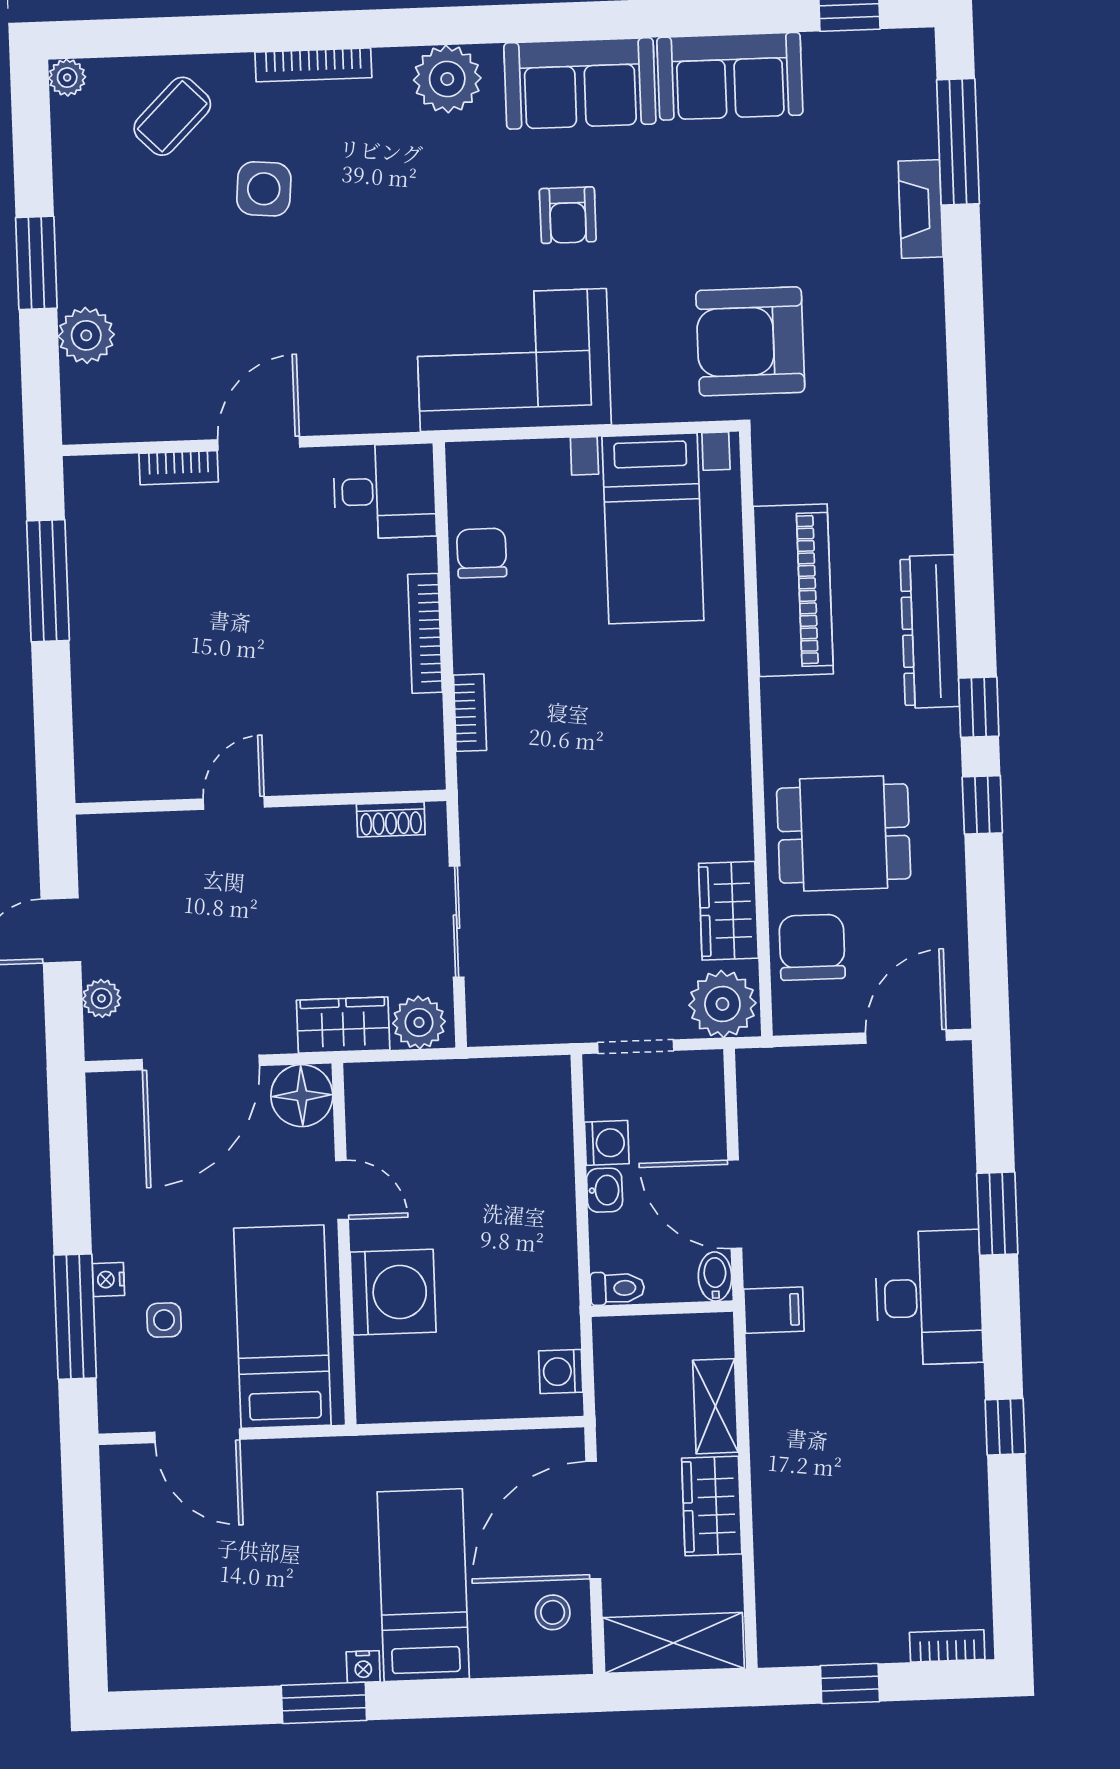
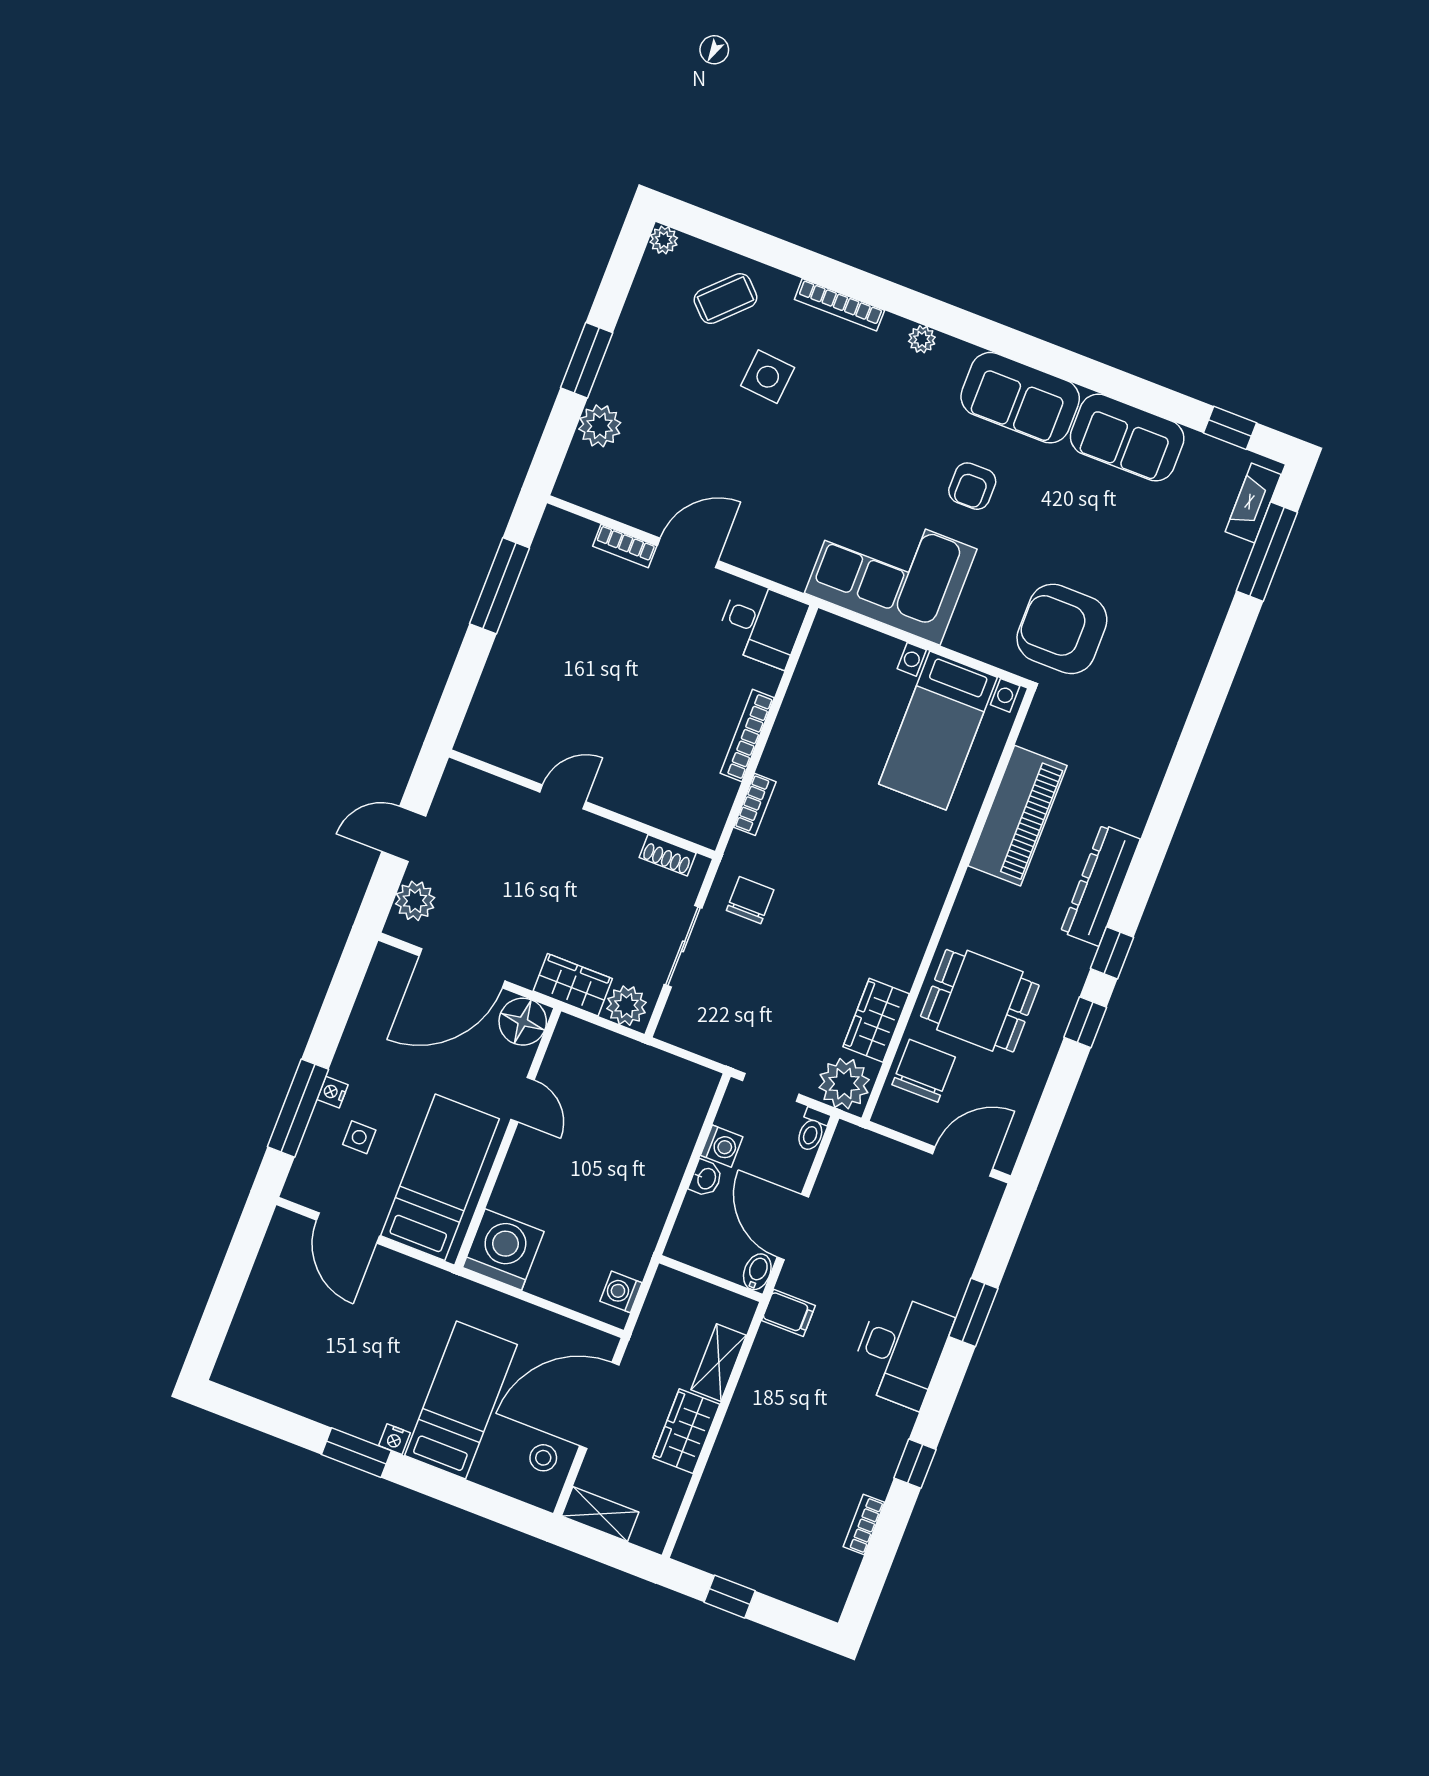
plant: (447, 79) -> (922, 339), width x0.53, depth x0.53
fireplace: (921, 209) -> (1253, 503), moved
chair: (482, 553) -> (750, 900), moved
plant: (102, 998) -> (415, 901), width x1.38, depth x1.38
toilet: (617, 1288) -> (812, 1130), moved, turned 90
washing machine: (393, 1292) -> (503, 1250), moved, turned -90
shelving: (673, 1643) -> (600, 1514), width x0.67, depth x0.75
bookcase: (947, 1646) -> (864, 1524), moved, turned -90

